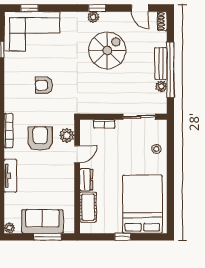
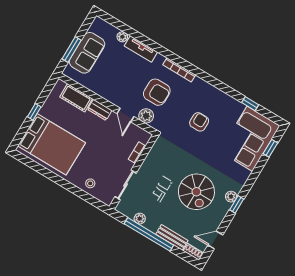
bench: (161, 64) -> (172, 237), moved
plant: (9, 228) -> (122, 37), moved

